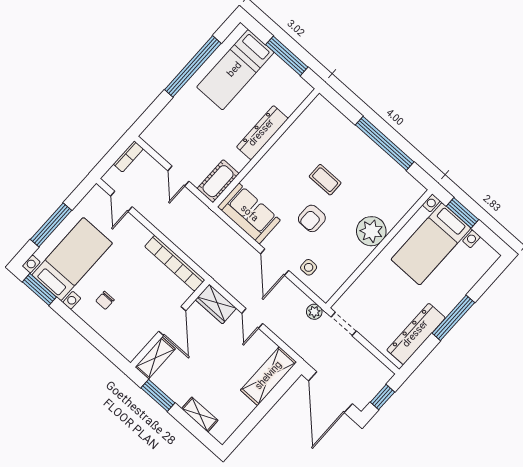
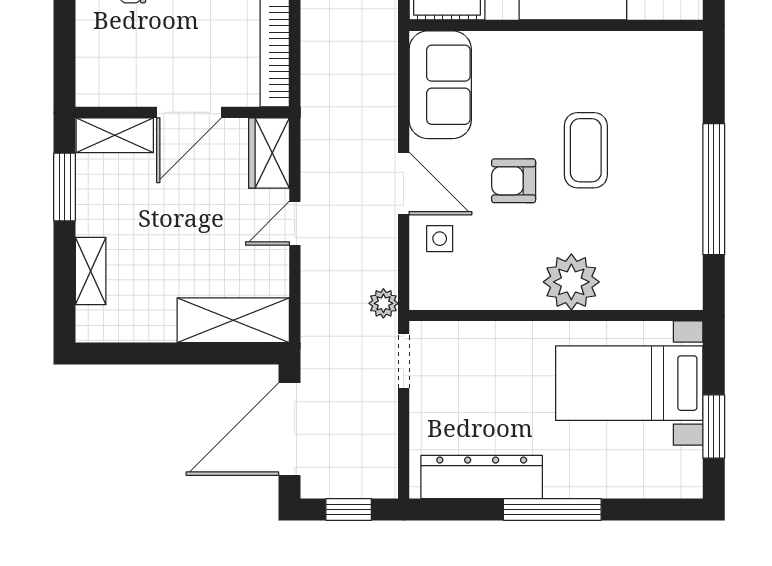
coffee table: (325, 180) -> (586, 150), width x1.36, depth x1.30
window: (462, 213) -> (714, 427), moved
door: (275, 262) -> (404, 184), swing flipped

